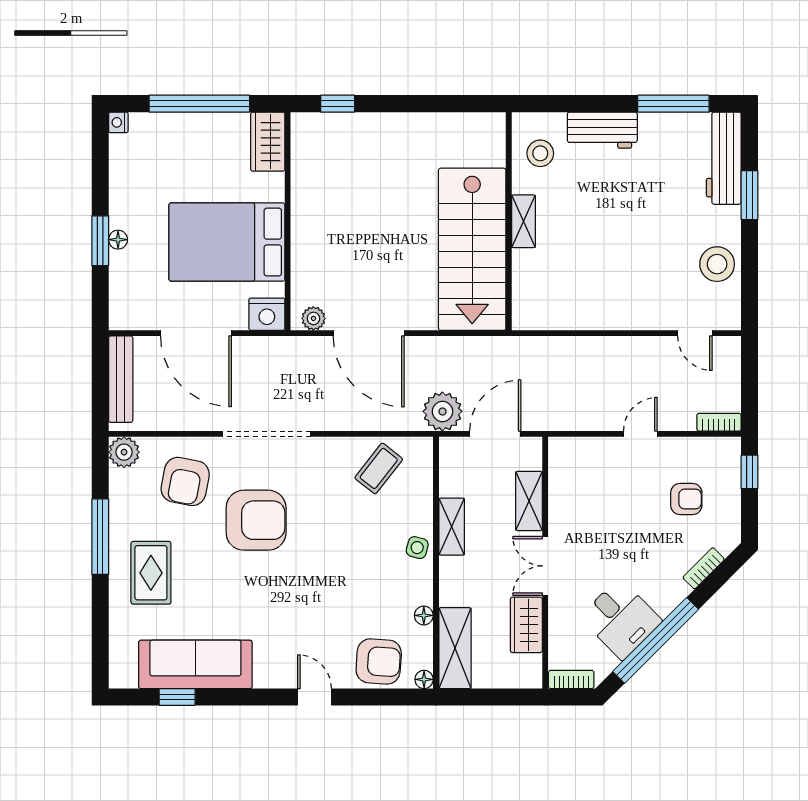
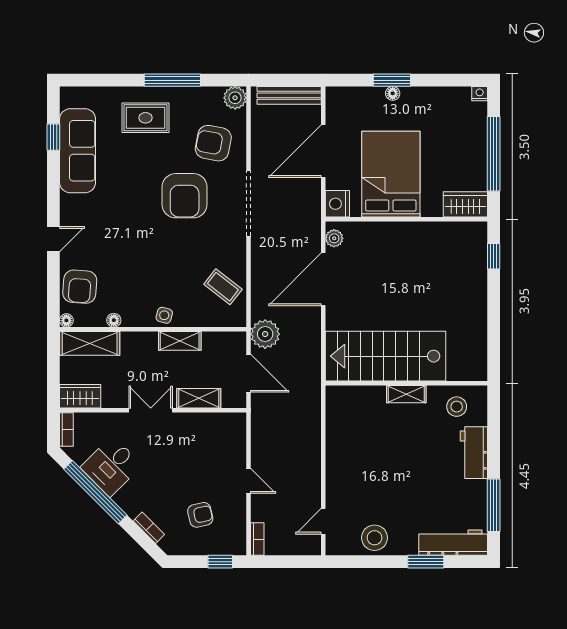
armchair: (686, 499) -> (200, 515), turned -103
wardrobe: (526, 625) -> (80, 396), moved

